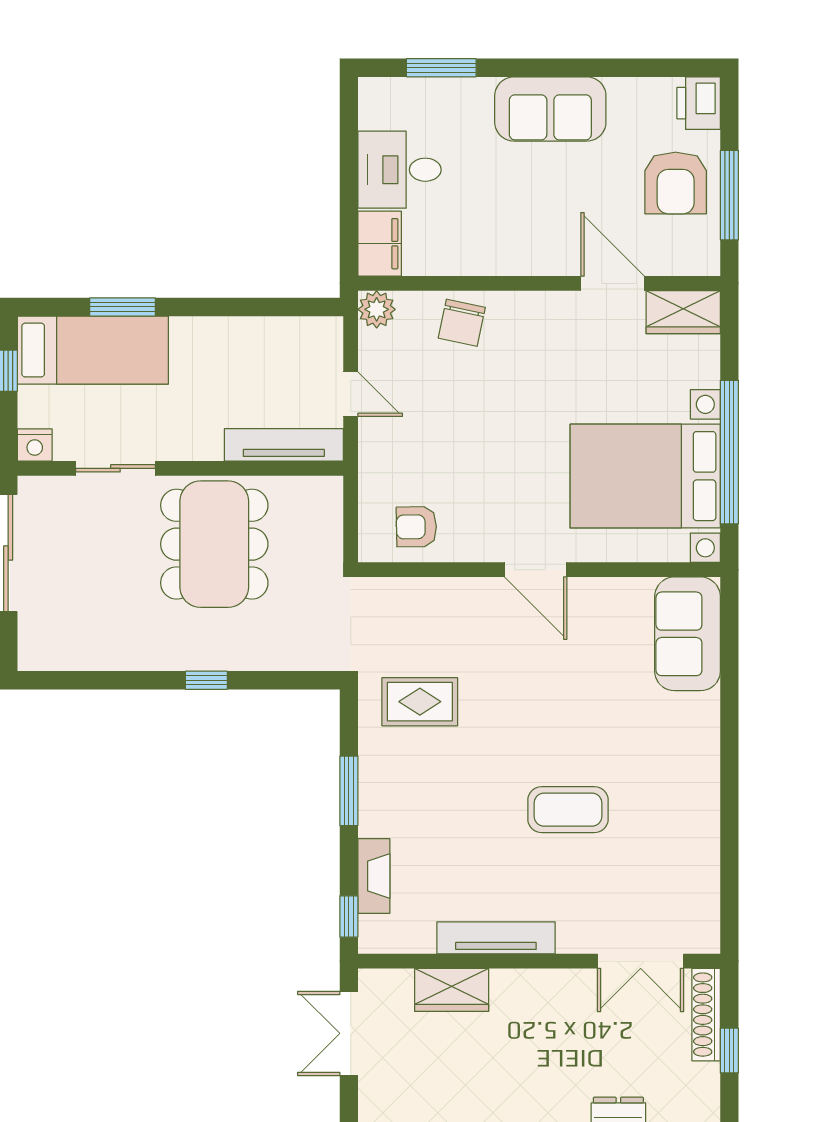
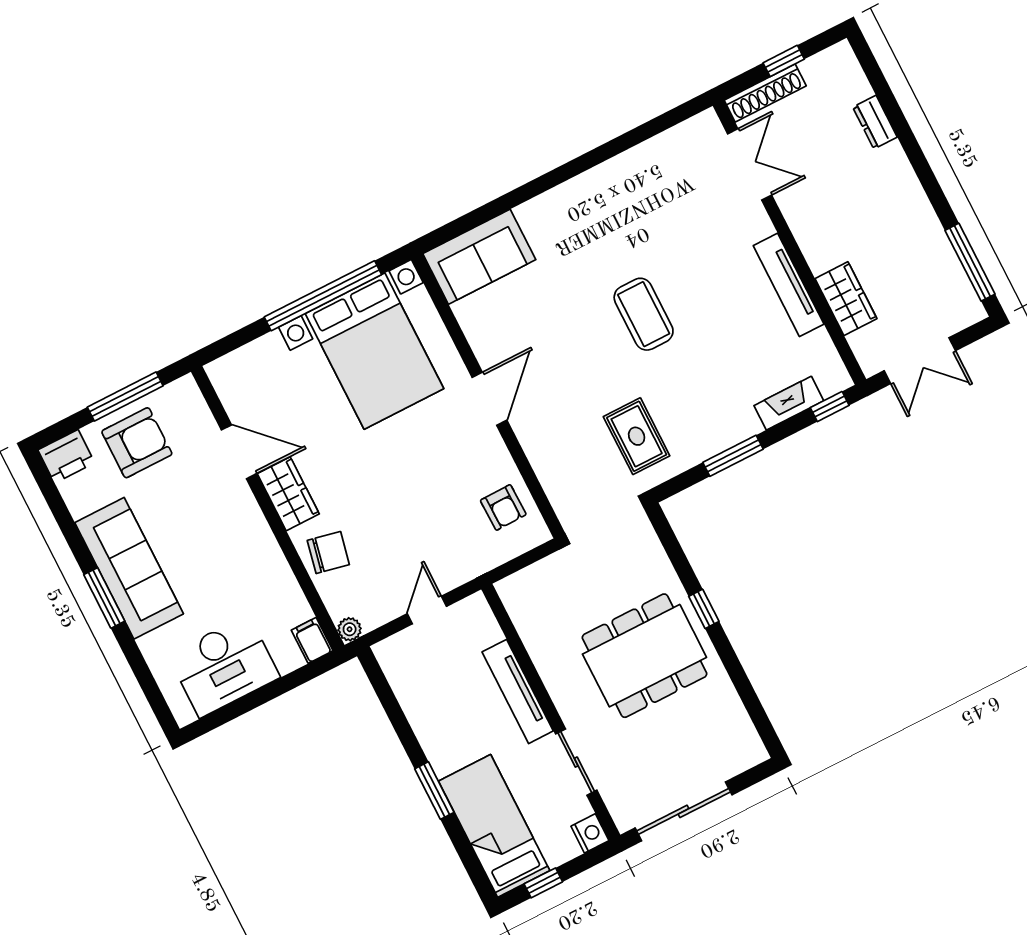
window: (441, 68) -> (104, 598), moved
sofa: (550, 109) -> (129, 568), width x1.36
desk: (400, 170) -> (224, 666), width x1.37
filing cabinet: (380, 244) -> (312, 640), width x0.50
door: (613, 283) -> (239, 452), swing flipped
window: (123, 307) -> (434, 791), moved
plant: (377, 309) -> (350, 629), width x0.73, depth x0.73
wardrobe: (683, 312) -> (288, 494), moved
tv unit: (284, 445) -> (518, 691), moved
dining table: (214, 544) -> (645, 656), moved
coffee table: (568, 810) -> (644, 314), moved

